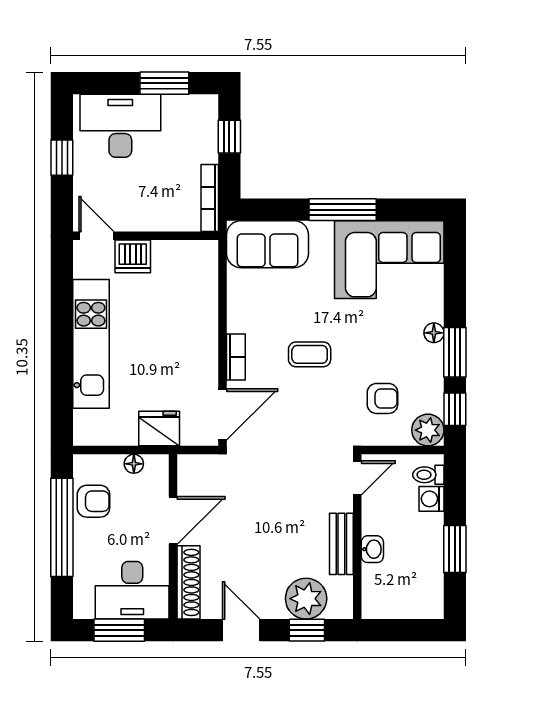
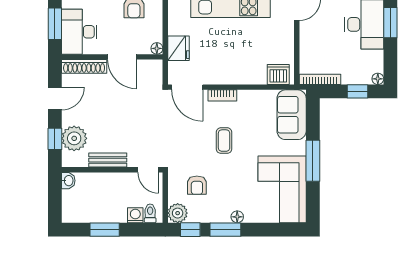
window: (164, 83) -> (390, 23), moved
floor lamp: (209, 104) -> (378, 79), added
dishwasher: (133, 256) -> (278, 75), moved, turned 90
floor lamp: (134, 464) -> (157, 48), moved
washbasin: (372, 549) -> (68, 181), moved, turned -90

